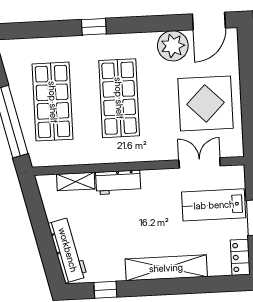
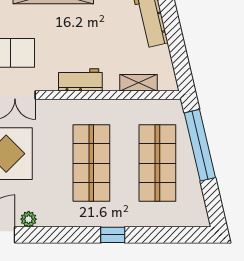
plant: (173, 46) -> (29, 219), width x0.53, depth x0.53
workbench: (118, 182) -> (80, 80), moved

